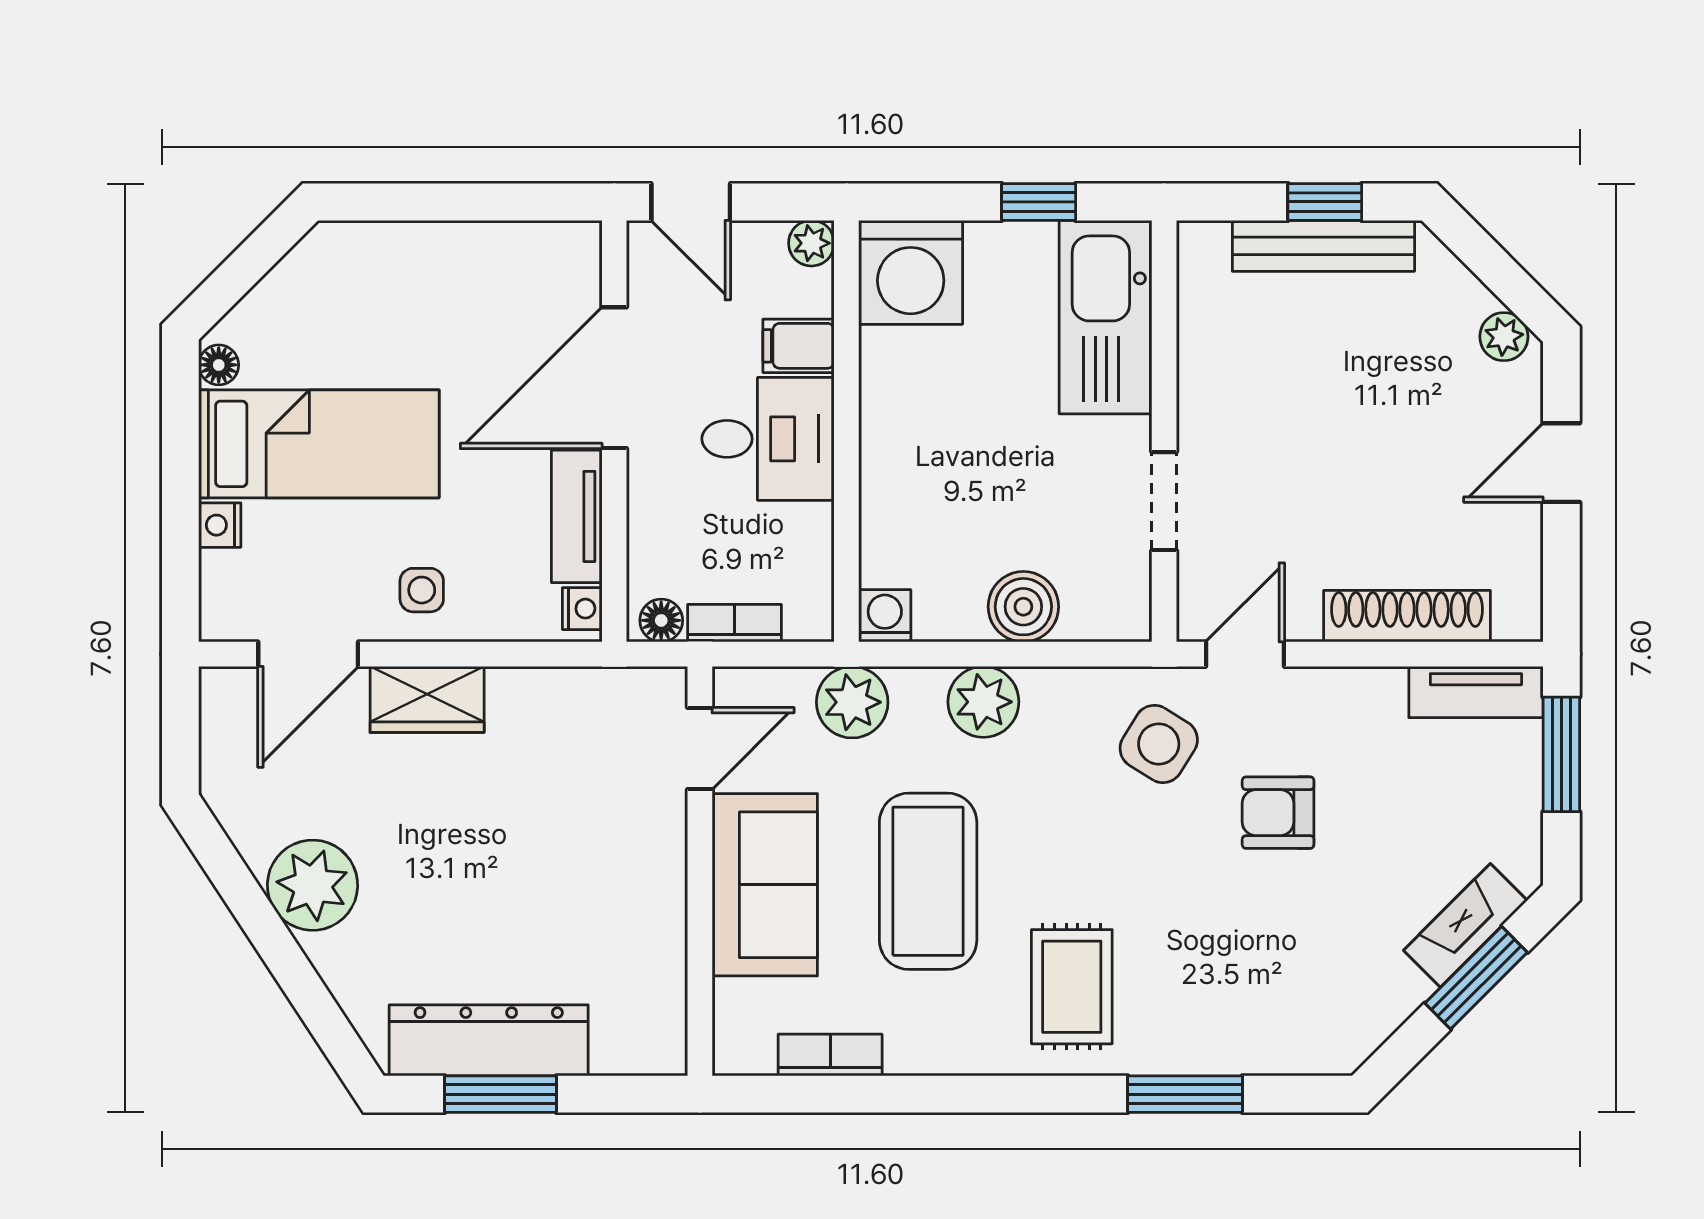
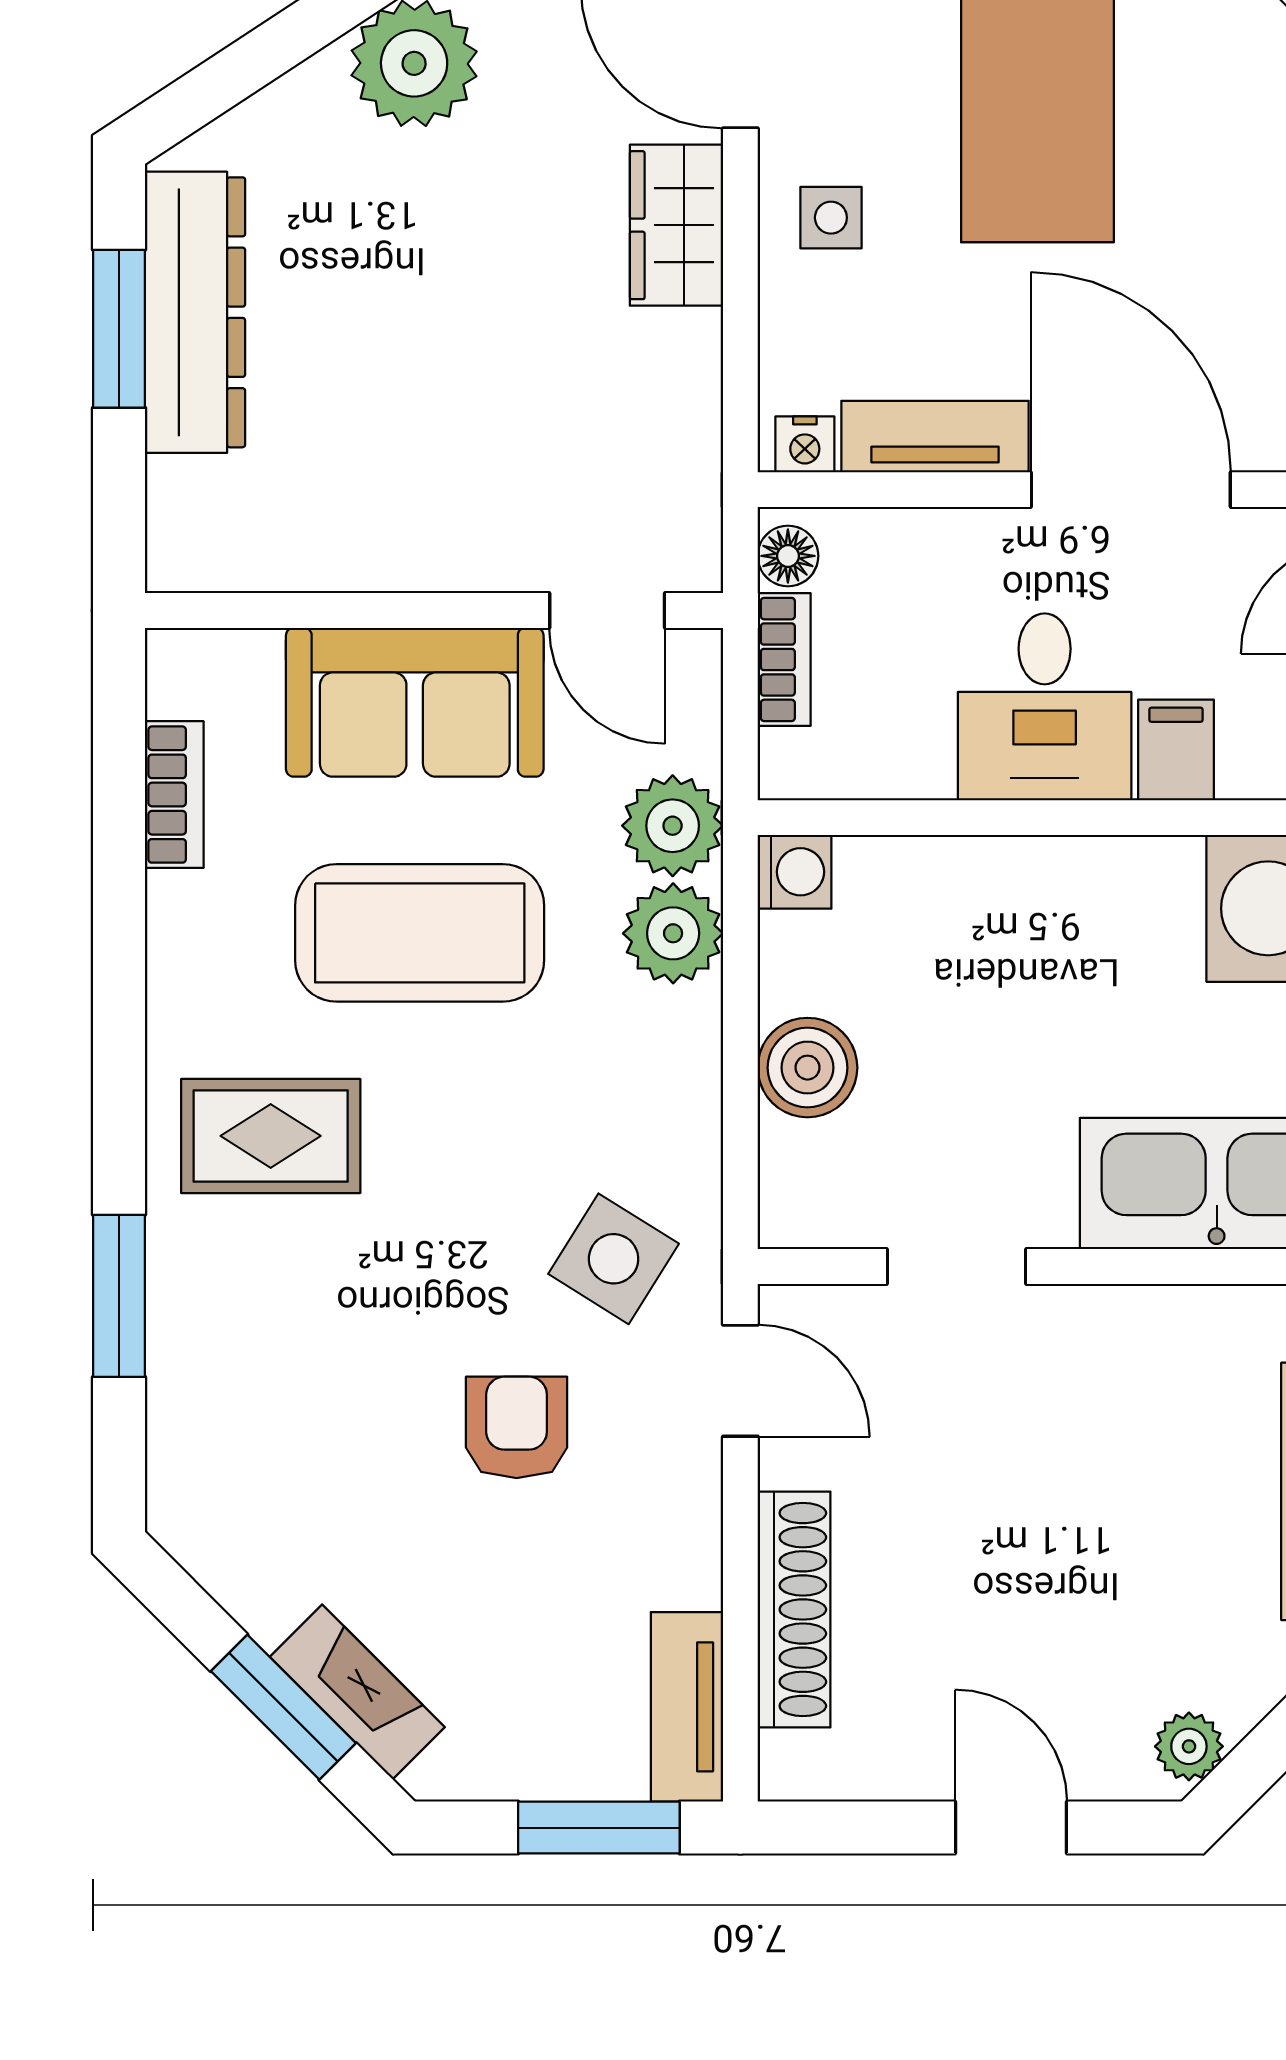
plant: (983, 702) -> (673, 933), moved

